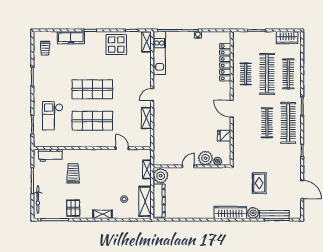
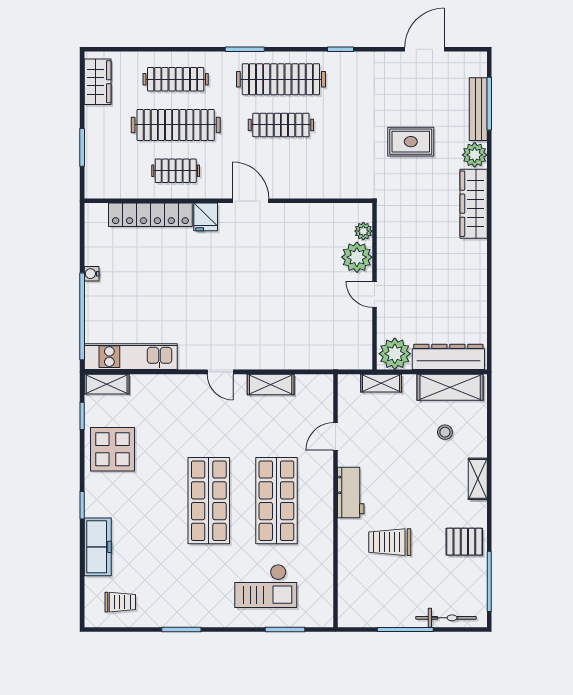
door: (232, 109) -> (251, 201), swing flipped
fridge: (224, 136) -> (206, 217), moved
workbench: (50, 155) -> (351, 493), moved

